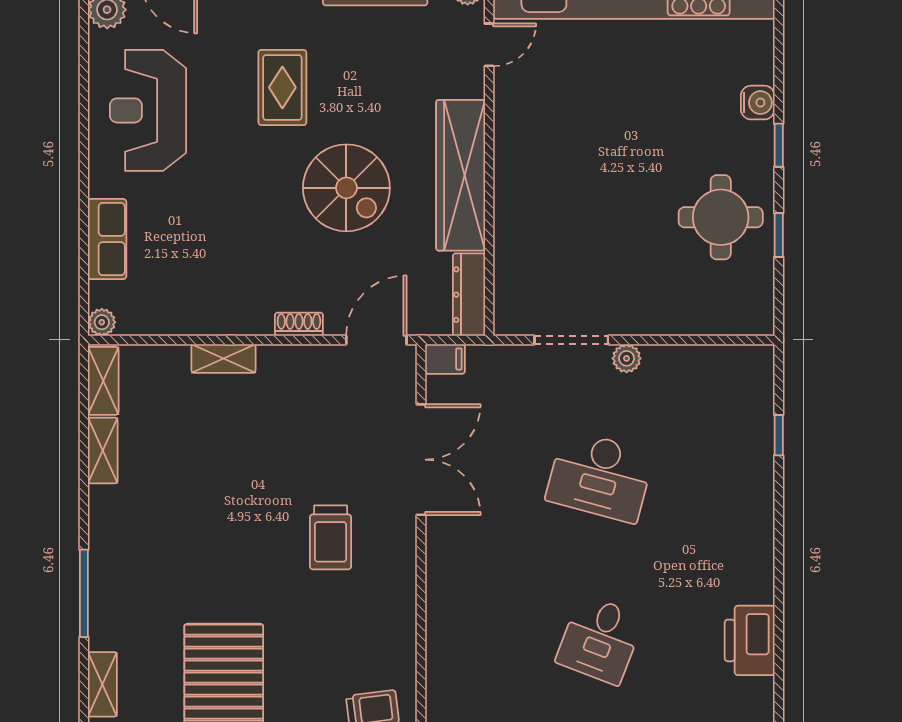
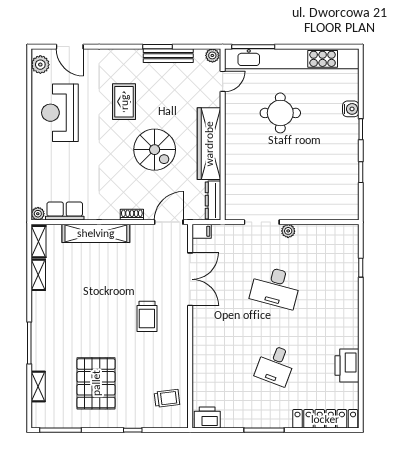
round table: (721, 217) -> (280, 113), moved
row of seats: (107, 239) -> (65, 211), moved, turned -90
shelving: (223, 359) -> (96, 233), width x2.20, depth x1.33

